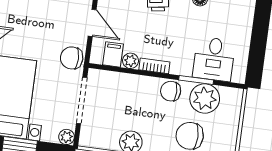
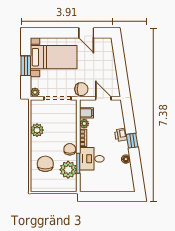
door: (92, 23) -> (103, 98), swing flipped
chair: (72, 58) -> (81, 89), turned 90
desk: (214, 59) -> (92, 159), moved

